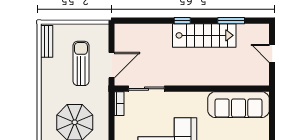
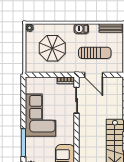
barbecue: (48, 82) -> (81, 29), added

